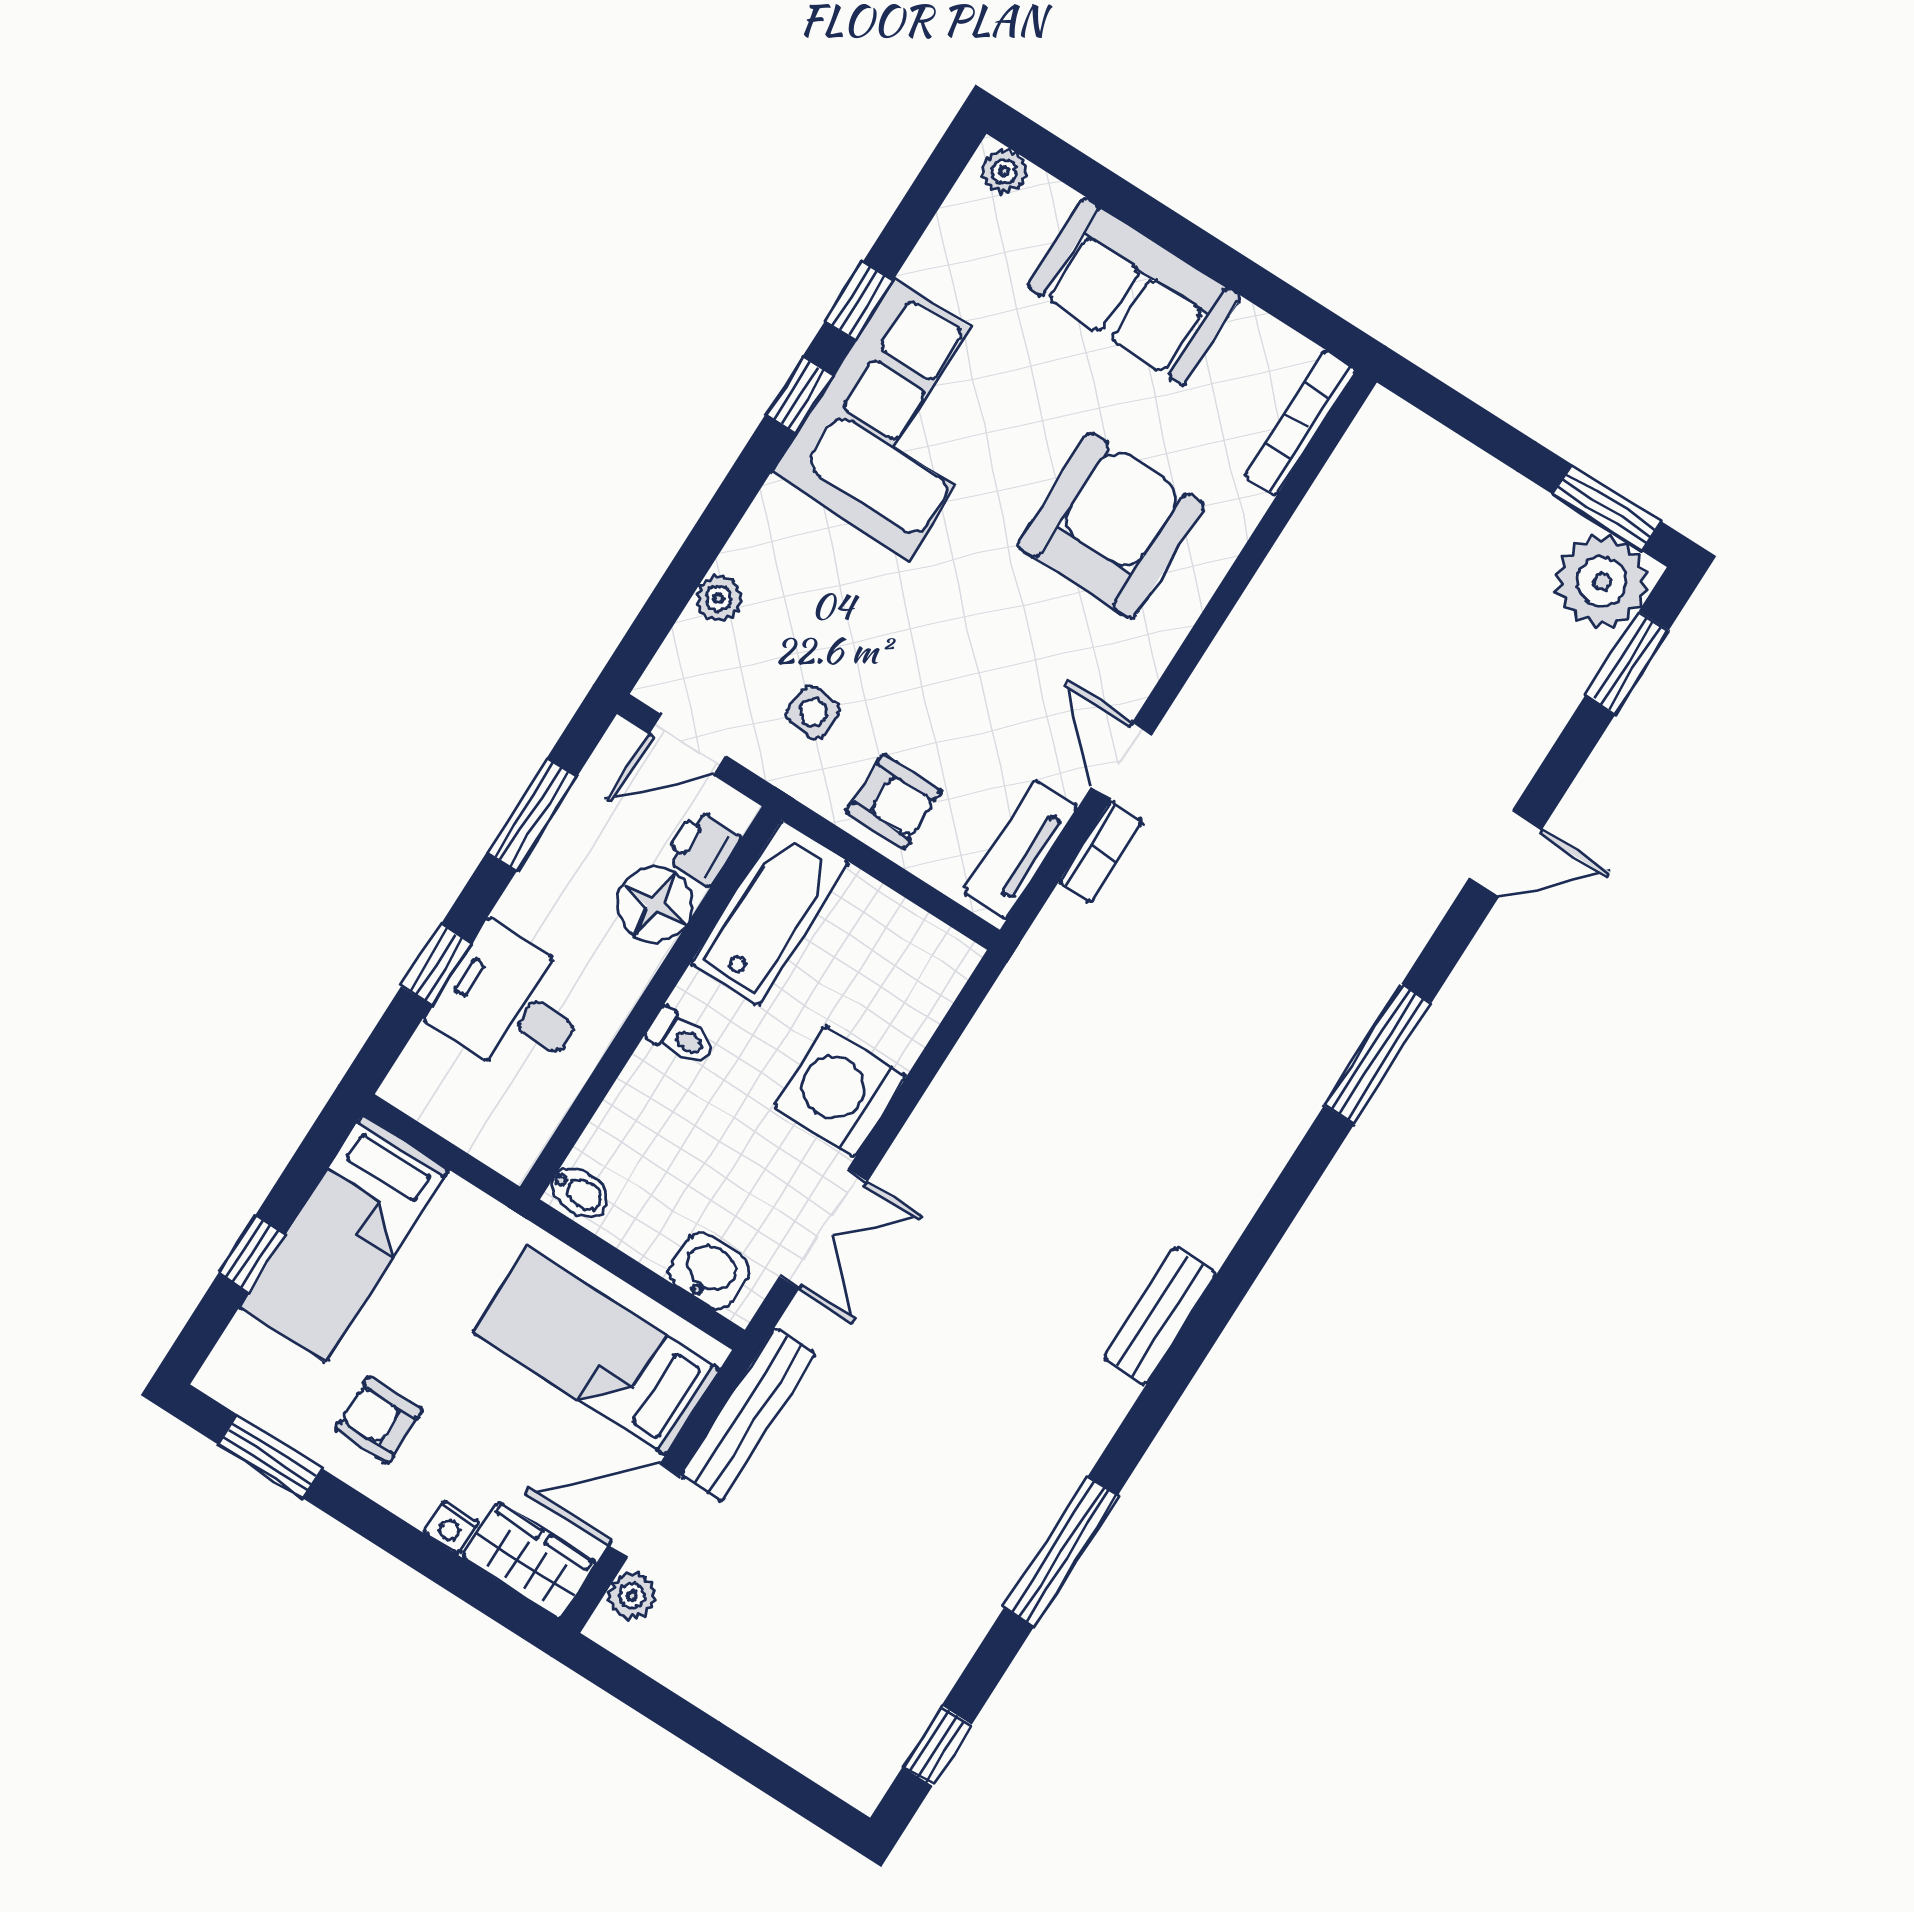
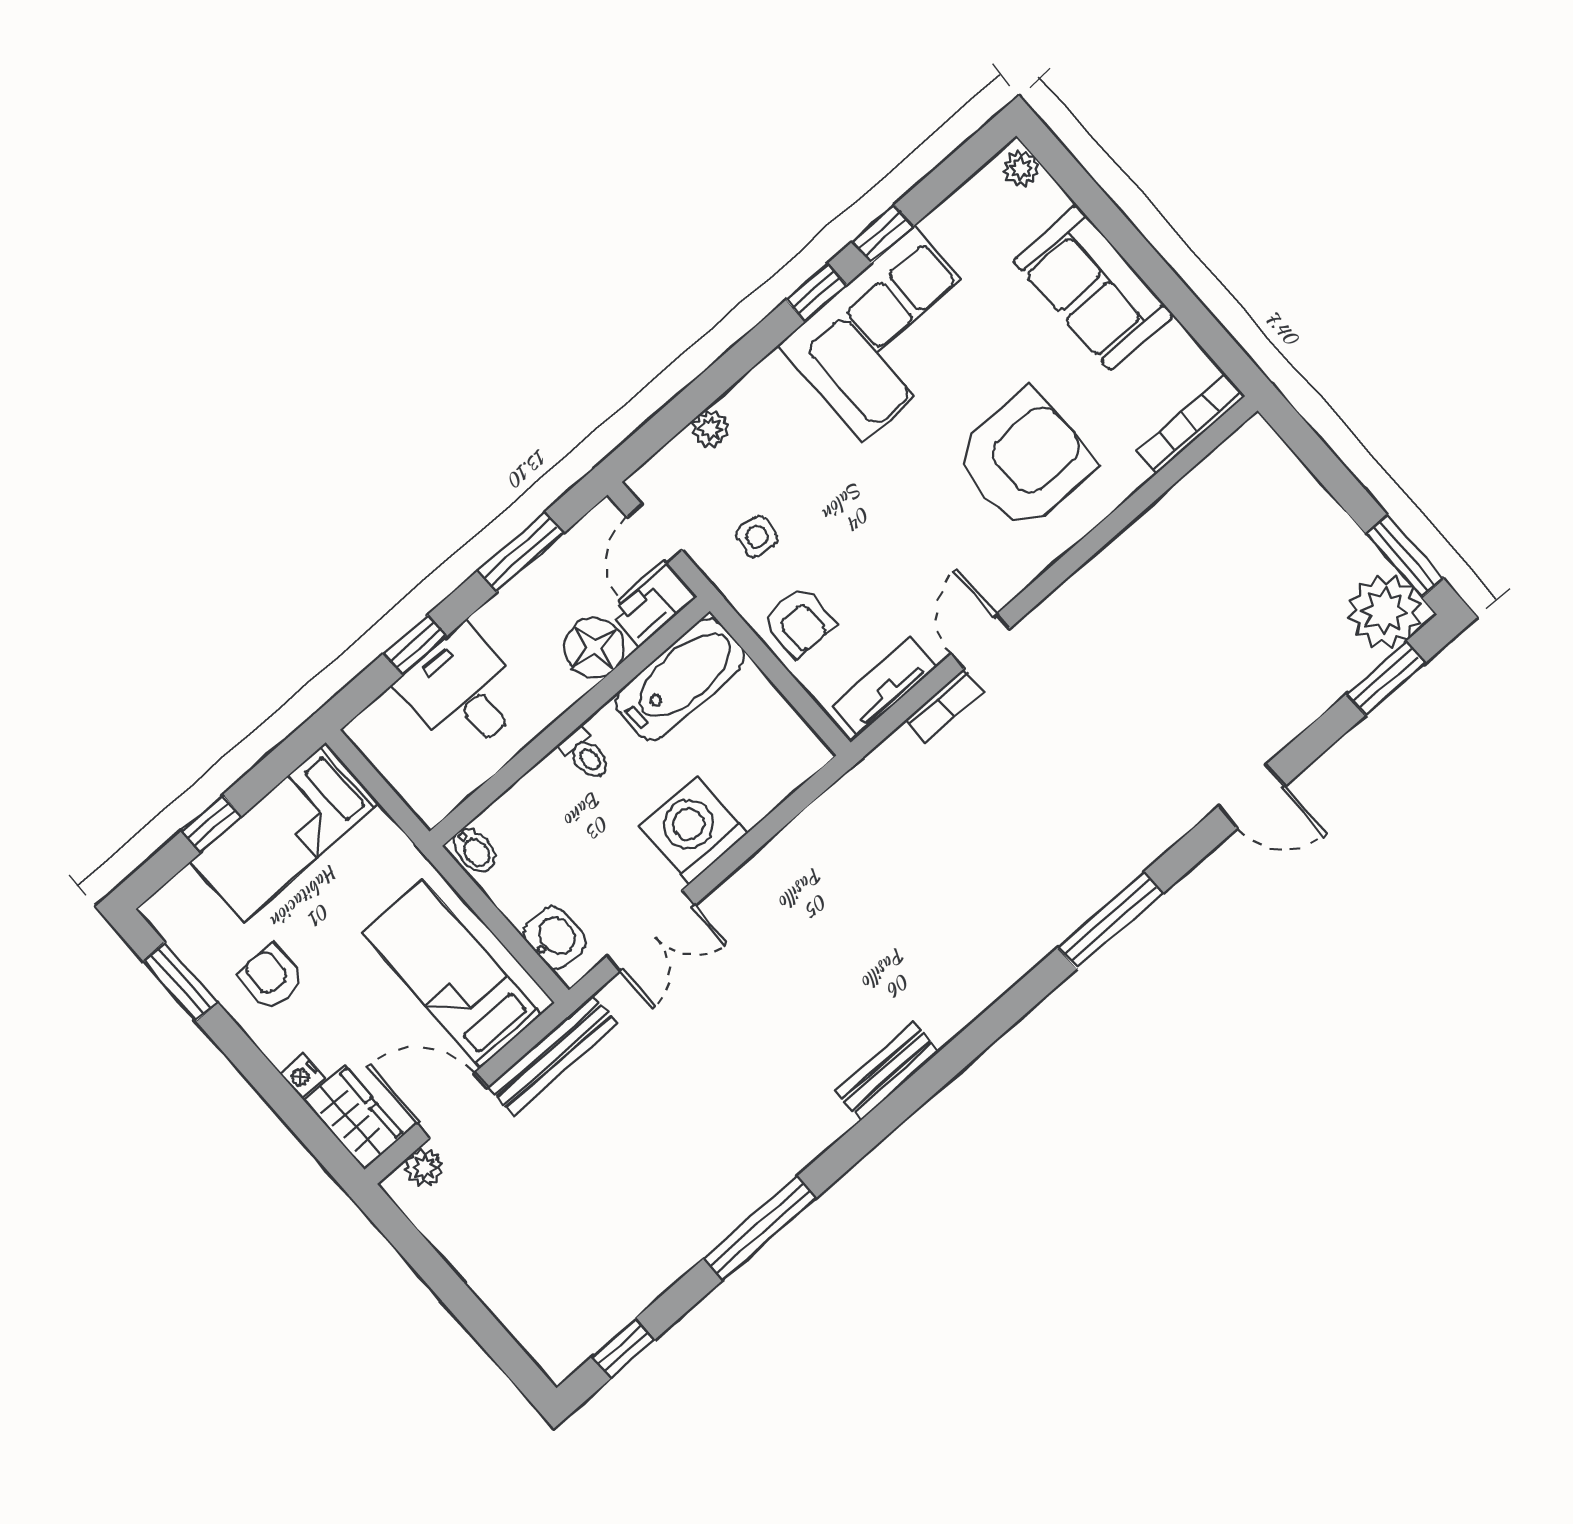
door: (687, 745) -> (654, 533), hinge flipped

